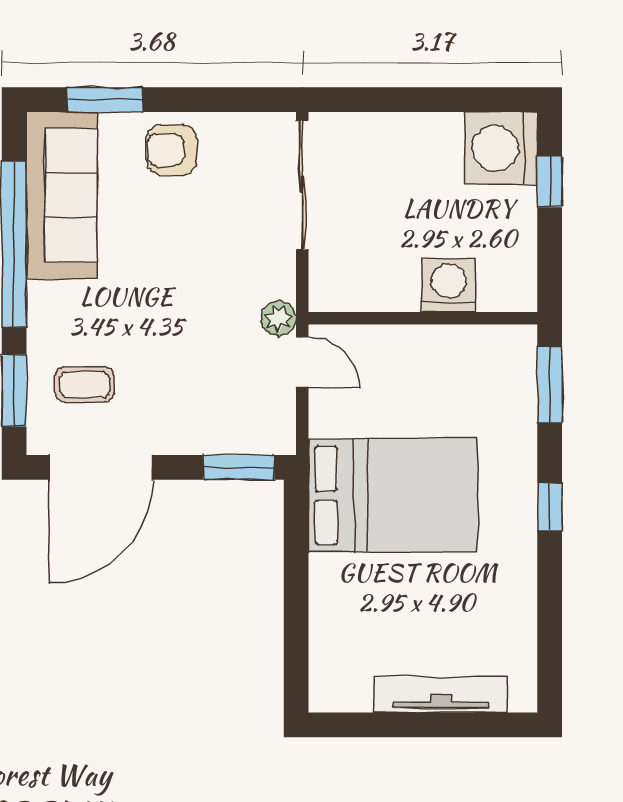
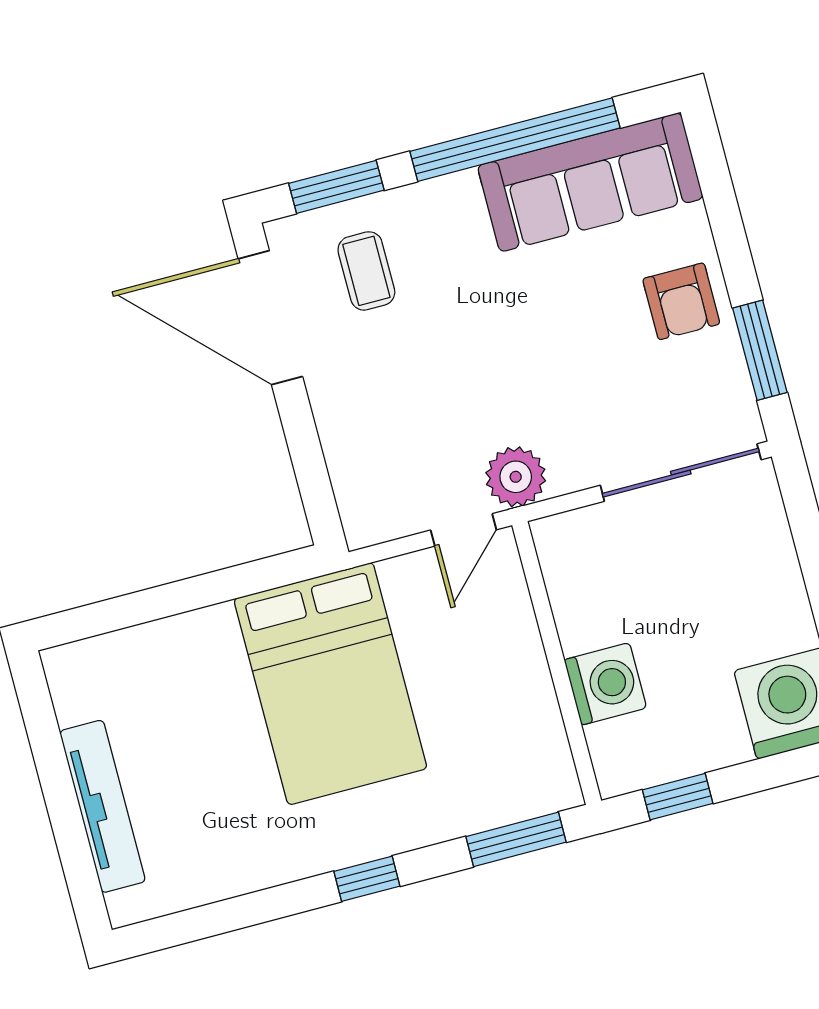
window: (105, 100) -> (760, 350), moved
armchair: (171, 150) -> (681, 301), turned 180
window: (550, 181) -> (678, 797), moved
plant: (279, 319) -> (516, 477), width x1.38, depth x1.38
window: (239, 467) -> (315, 486), removed

